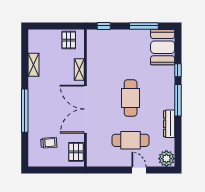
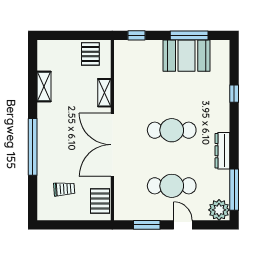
booth: (163, 47) -> (187, 56), moved, turned 90
cafe table: (131, 98) -> (172, 130), turned 90
window: (178, 100) -> (234, 190), moved
dresser: (169, 124) -> (222, 151), moved
window: (112, 170) -> (147, 225), added

